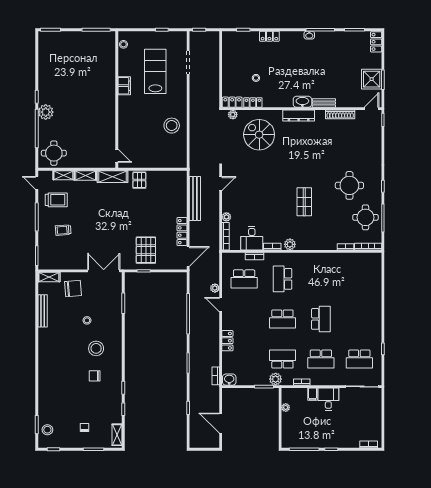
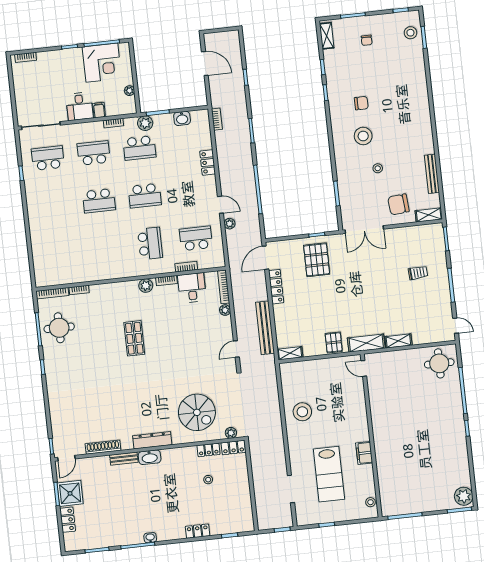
locker: (376, 42) -> (68, 520), moved
plant: (46, 112) -> (464, 496), moved
shelving: (63, 175) -> (290, 353), moved
round table: (349, 185) -> (83, 364), removed
trolley: (56, 200) -> (430, 308), removed
school desk: (282, 319) -> (145, 196), turned 180
school desk: (321, 319) -> (99, 201), turned -90
washbasin: (229, 380) -> (182, 118), moved
corner desk: (306, 433) -> (102, 63), added

